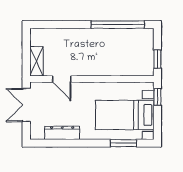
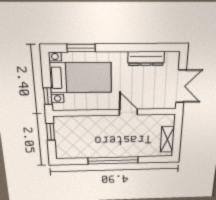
window: (118, 25) -> (113, 160), moved
shelving: (36, 61) -> (167, 139), moved
door: (62, 79) -> (128, 112), moved

